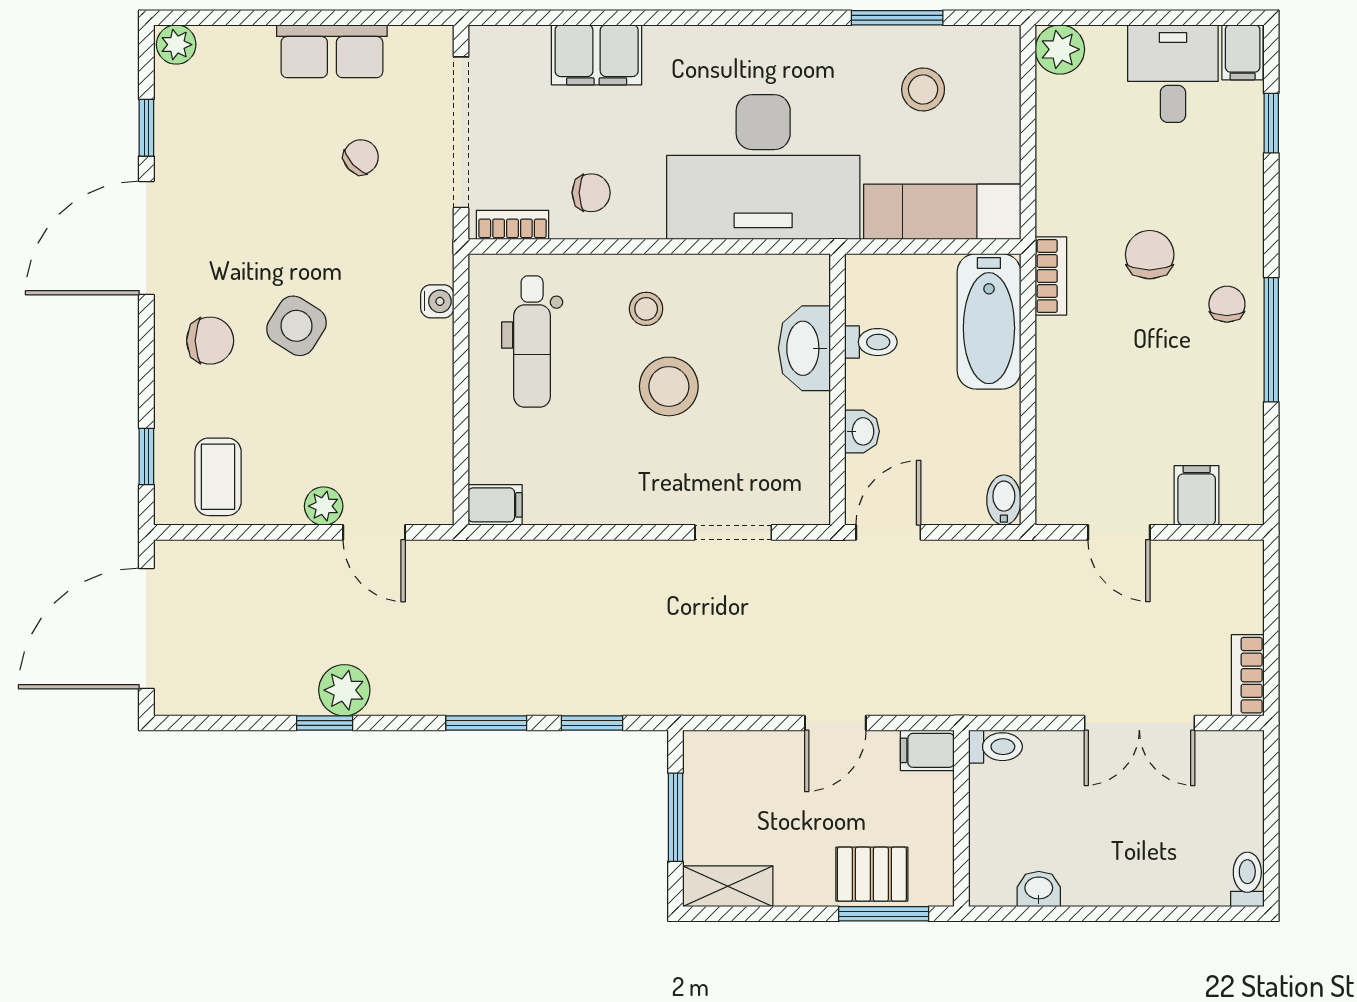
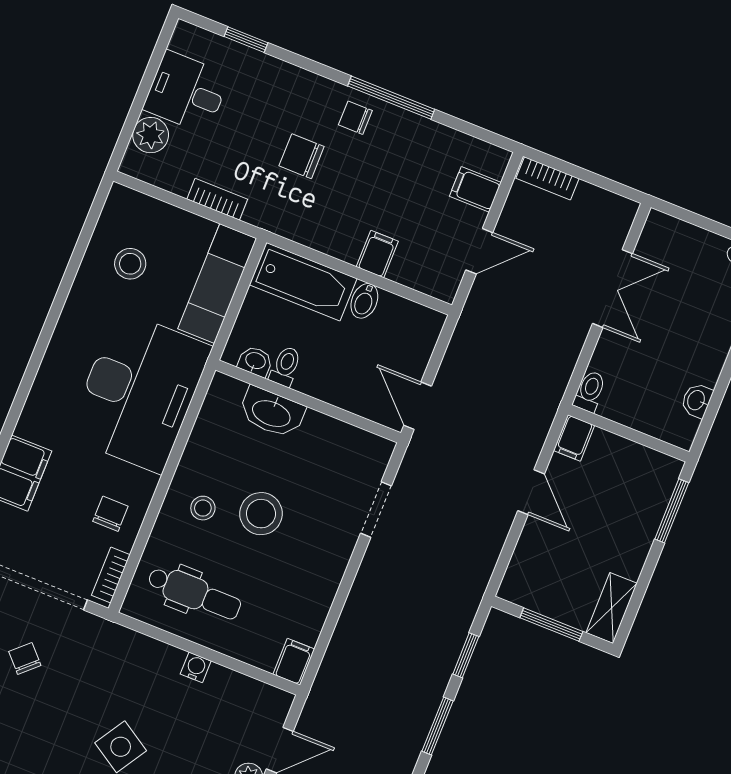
window: (897, 18) -> (75, 262), removed
plant: (1060, 49) -> (151, 135), moved
filing cabinet: (1243, 52) -> (377, 254), moved, turned -90
bookcase: (1051, 276) -> (217, 199), moved
water cooler: (437, 301) -> (196, 667), moved
washbasin: (862, 431) -> (255, 361), moved
bidet: (1004, 500) -> (364, 301), moved, turned -90
bookcase: (1248, 675) -> (547, 178), moved
pallet: (872, 874) -> (642, 508), removed

